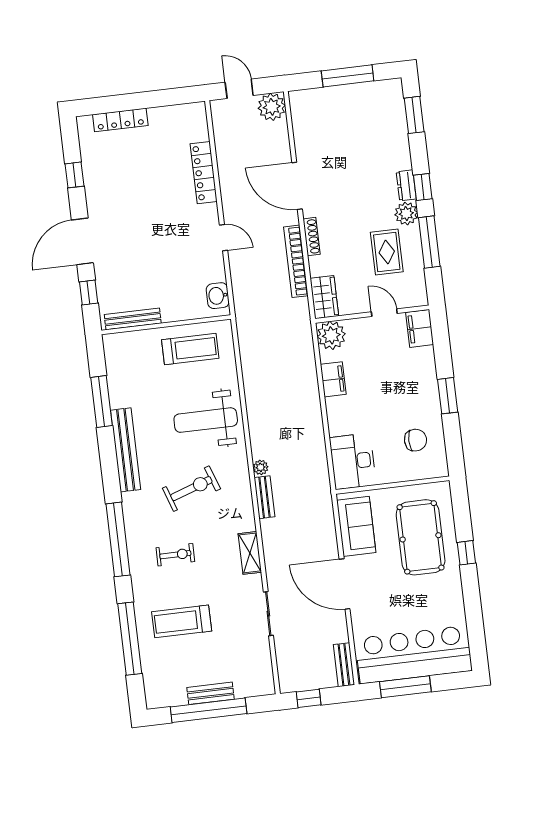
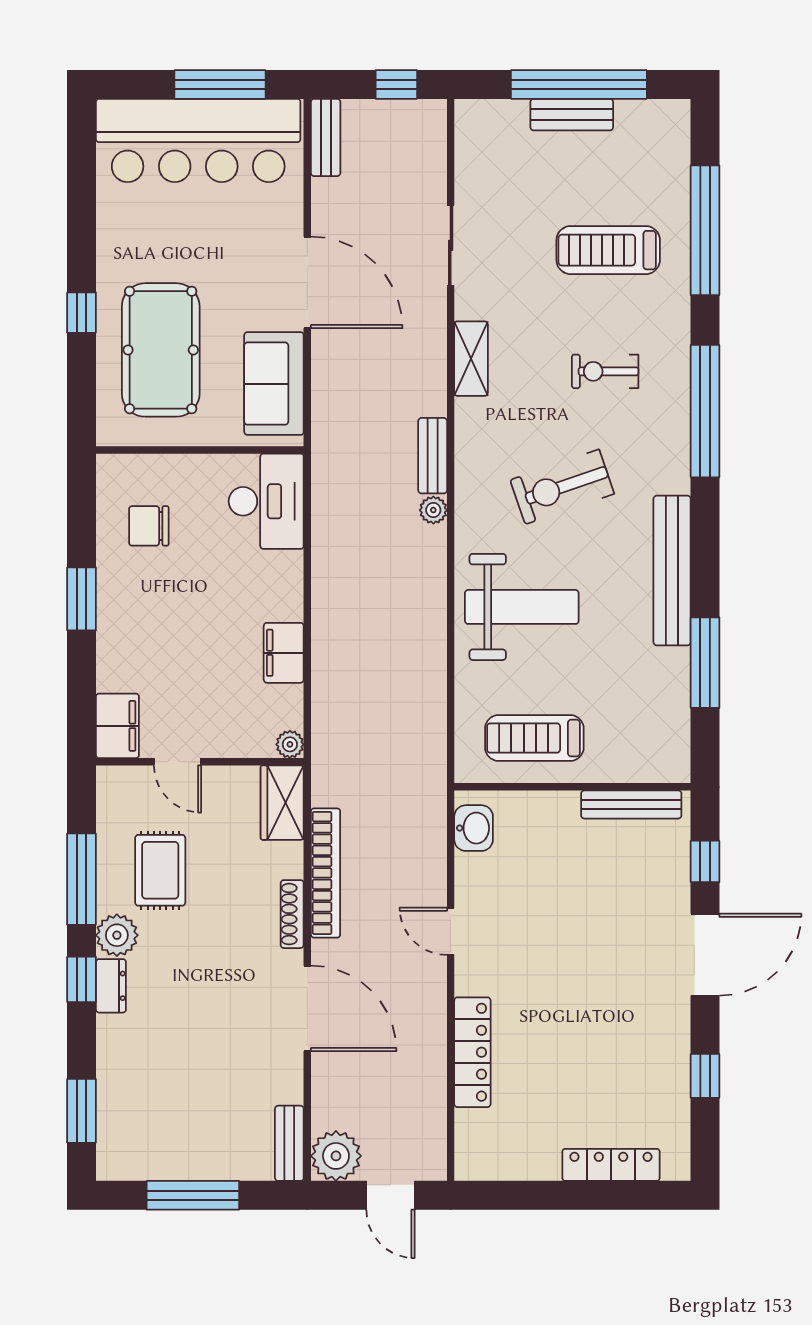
bench: (298, 111) -> (289, 1143), added
plant: (331, 335) -> (290, 744), width x0.53, depth x0.53
treadmill: (182, 621) -> (608, 250), turned 180

